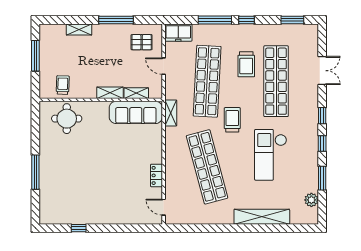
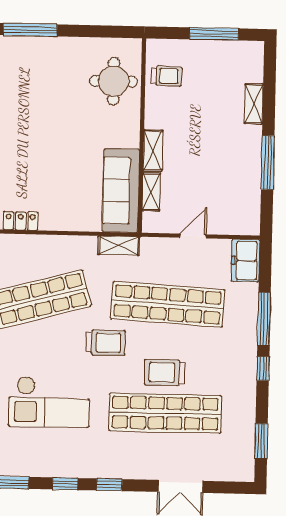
pallet: (142, 42) -> (232, 202), removed
trolley: (246, 64) -> (165, 372), moved
checkout: (271, 155) -> (49, 402), turned 180

